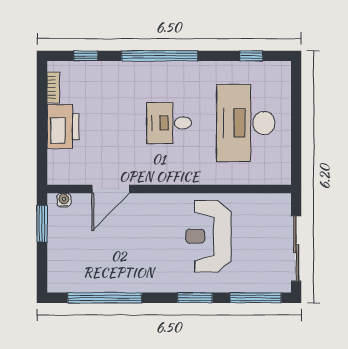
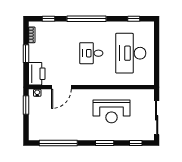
window: (42, 124) -> (26, 54), added
printer: (63, 127) -> (37, 74), moved
reception desk: (208, 236) -> (112, 111), turned -90
window: (256, 298) -> (136, 143), width x0.46

